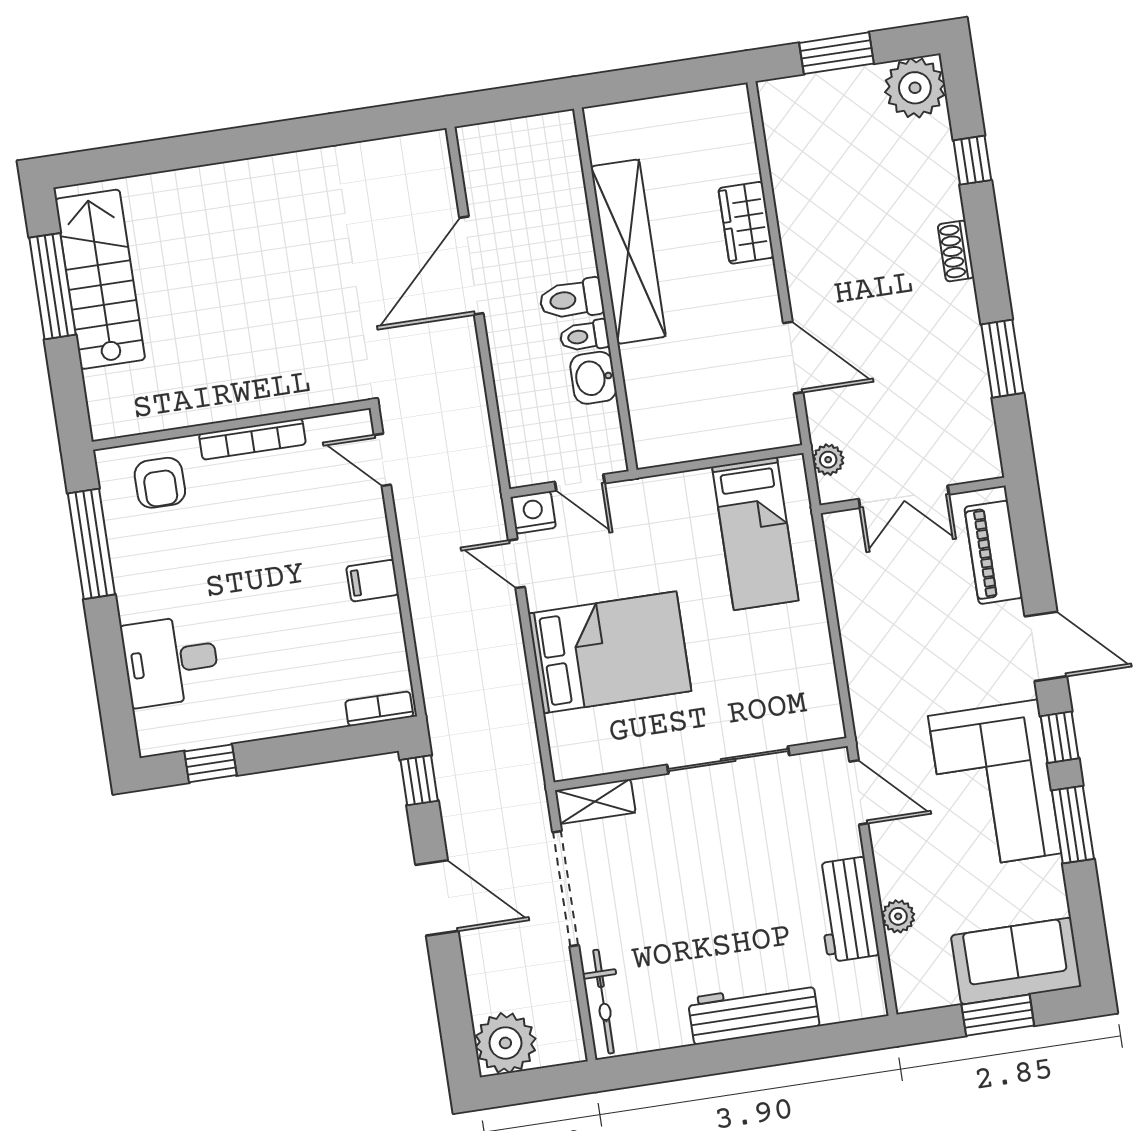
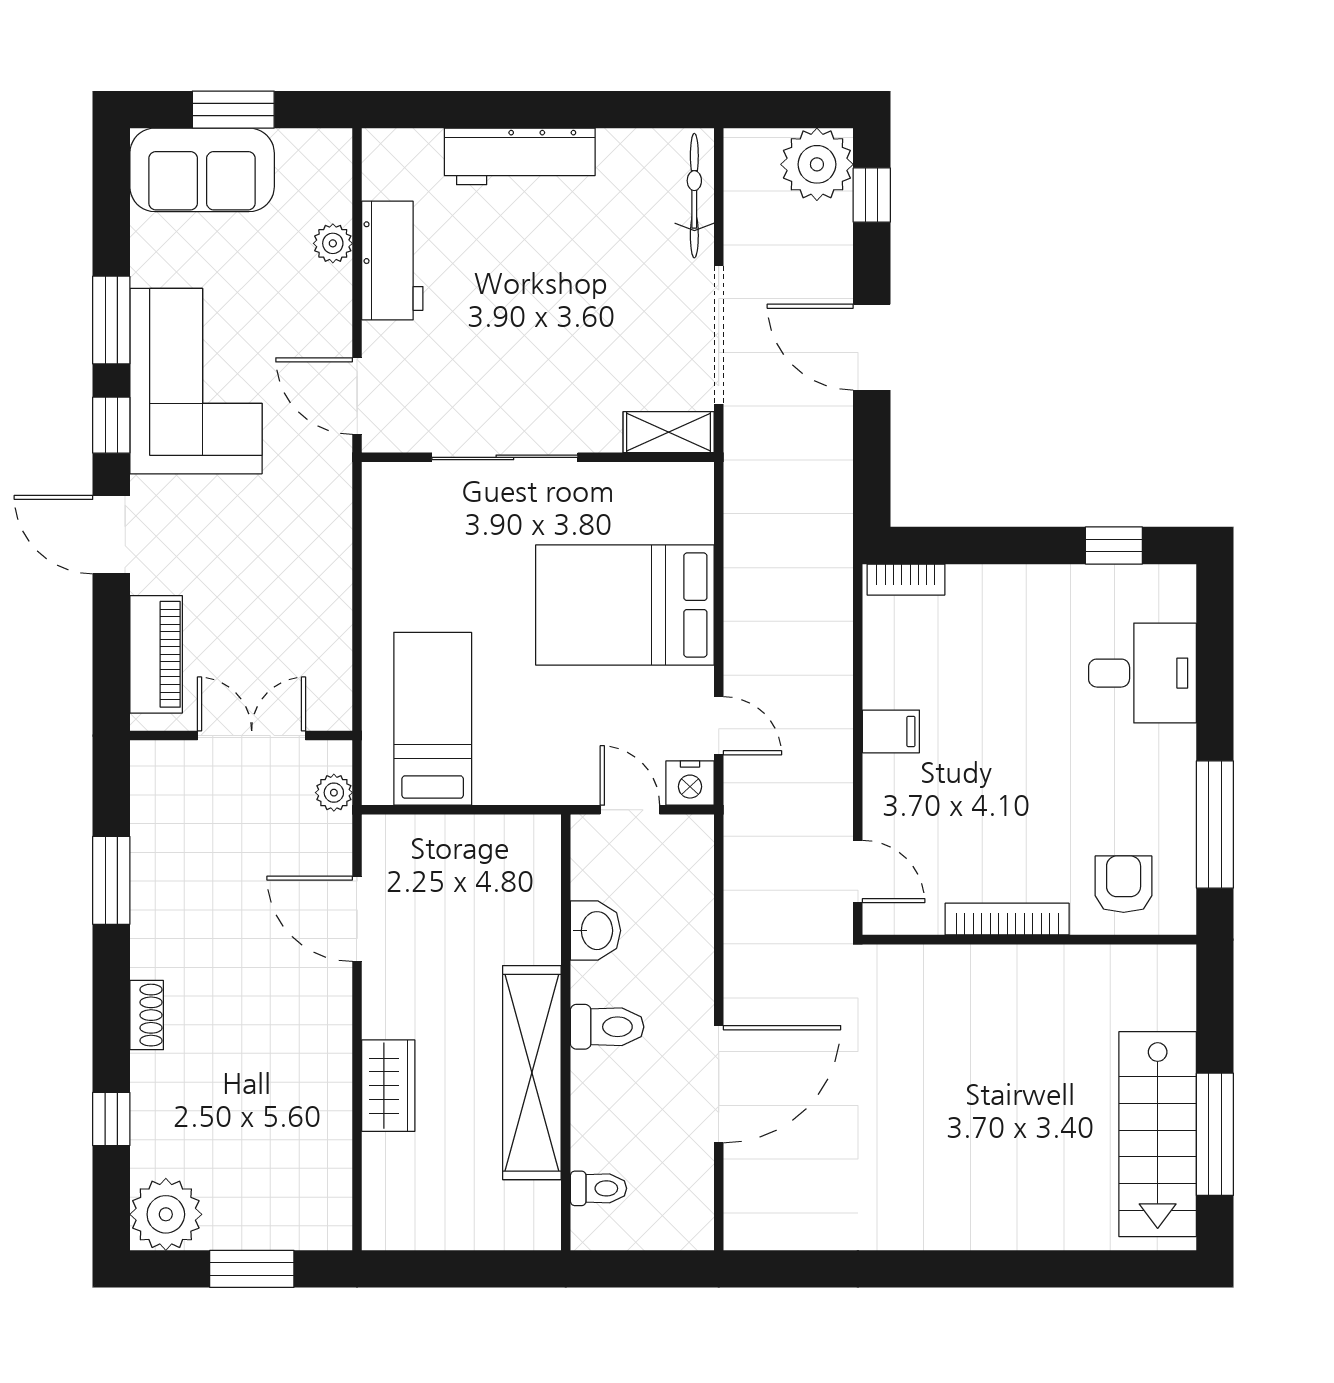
toilet: (584, 336) -> (598, 1188), moved
window: (419, 780) -> (872, 195), moved

